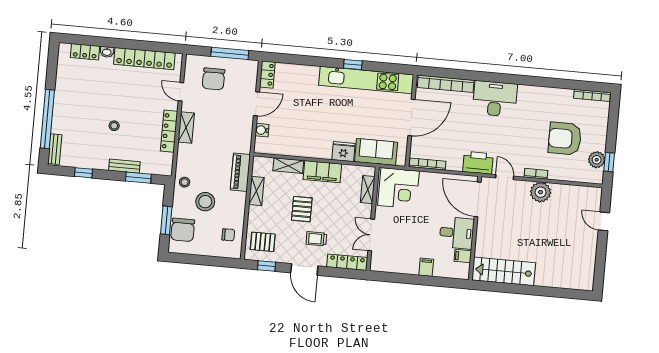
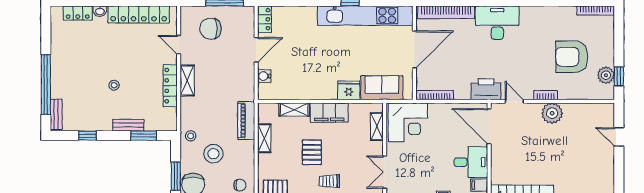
chair: (214, 79) -> (210, 29), turned 90

